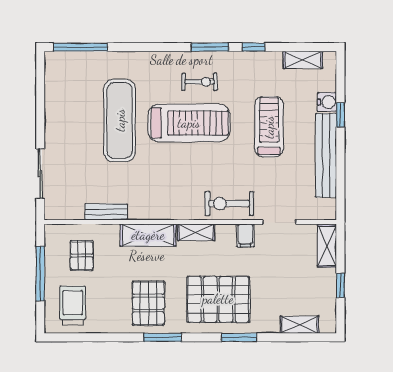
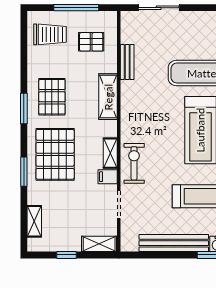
shelving: (196, 232) -> (110, 153), moved
pallet: (148, 303) -> (52, 97), turned 90

